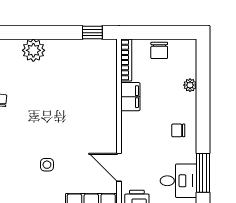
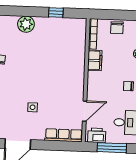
window: (92, 33) -> (56, 12), moved
door: (119, 167) -> (85, 111), swing flipped

